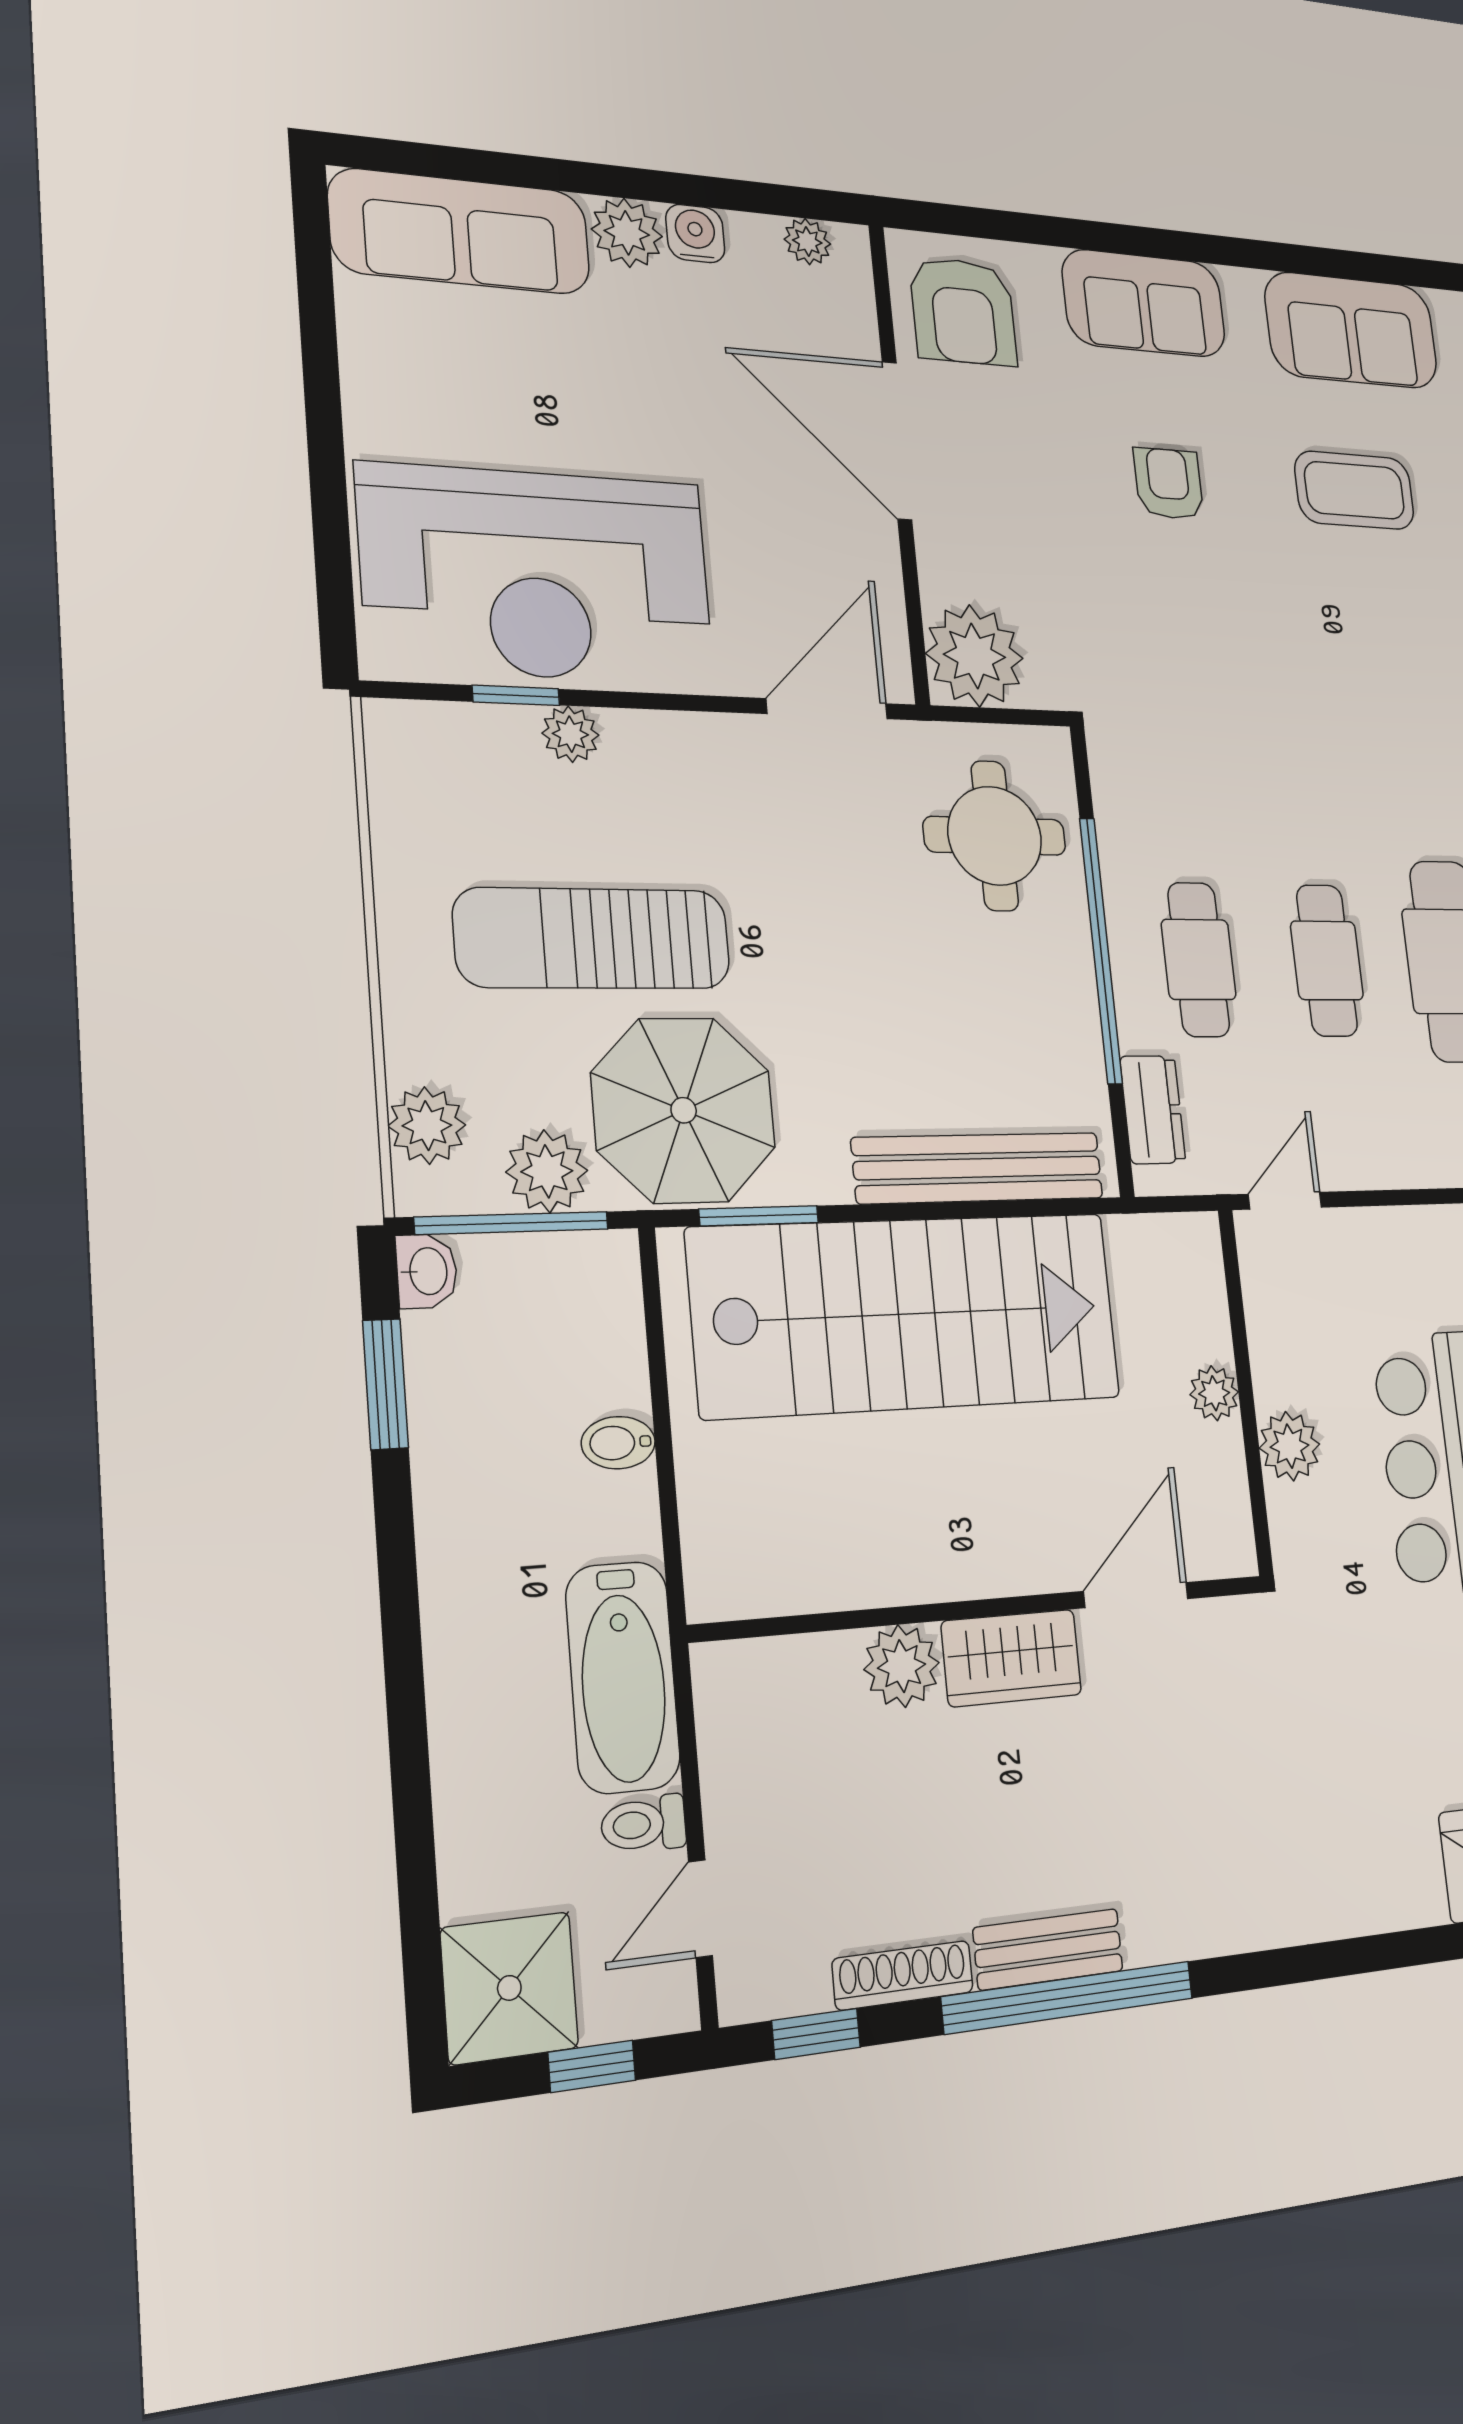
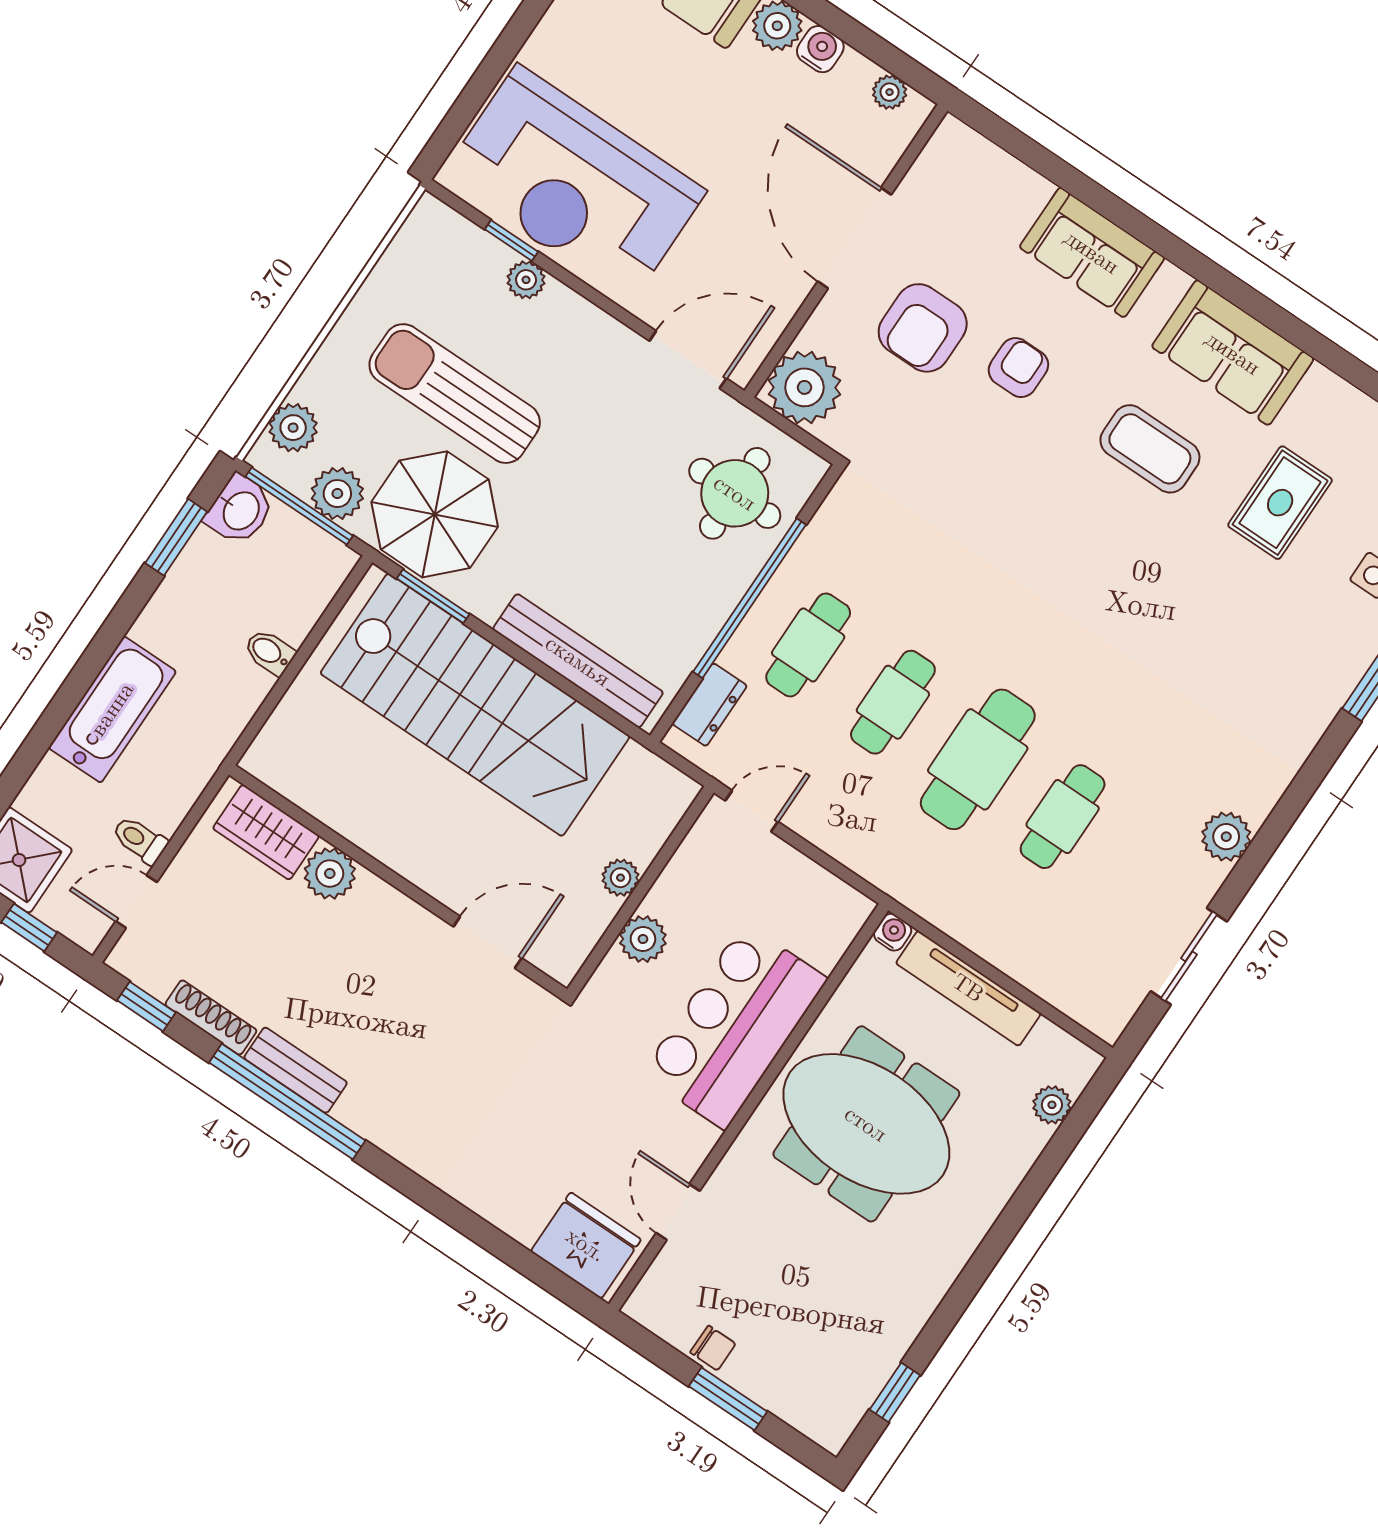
armchair: (963, 311) -> (923, 328), moved
washbasin: (427, 1271) -> (240, 510), width x1.38, depth x1.45
wardrobe: (1011, 1658) -> (266, 832), moved
bathtub: (623, 1677) -> (112, 709), moved, turned 180

